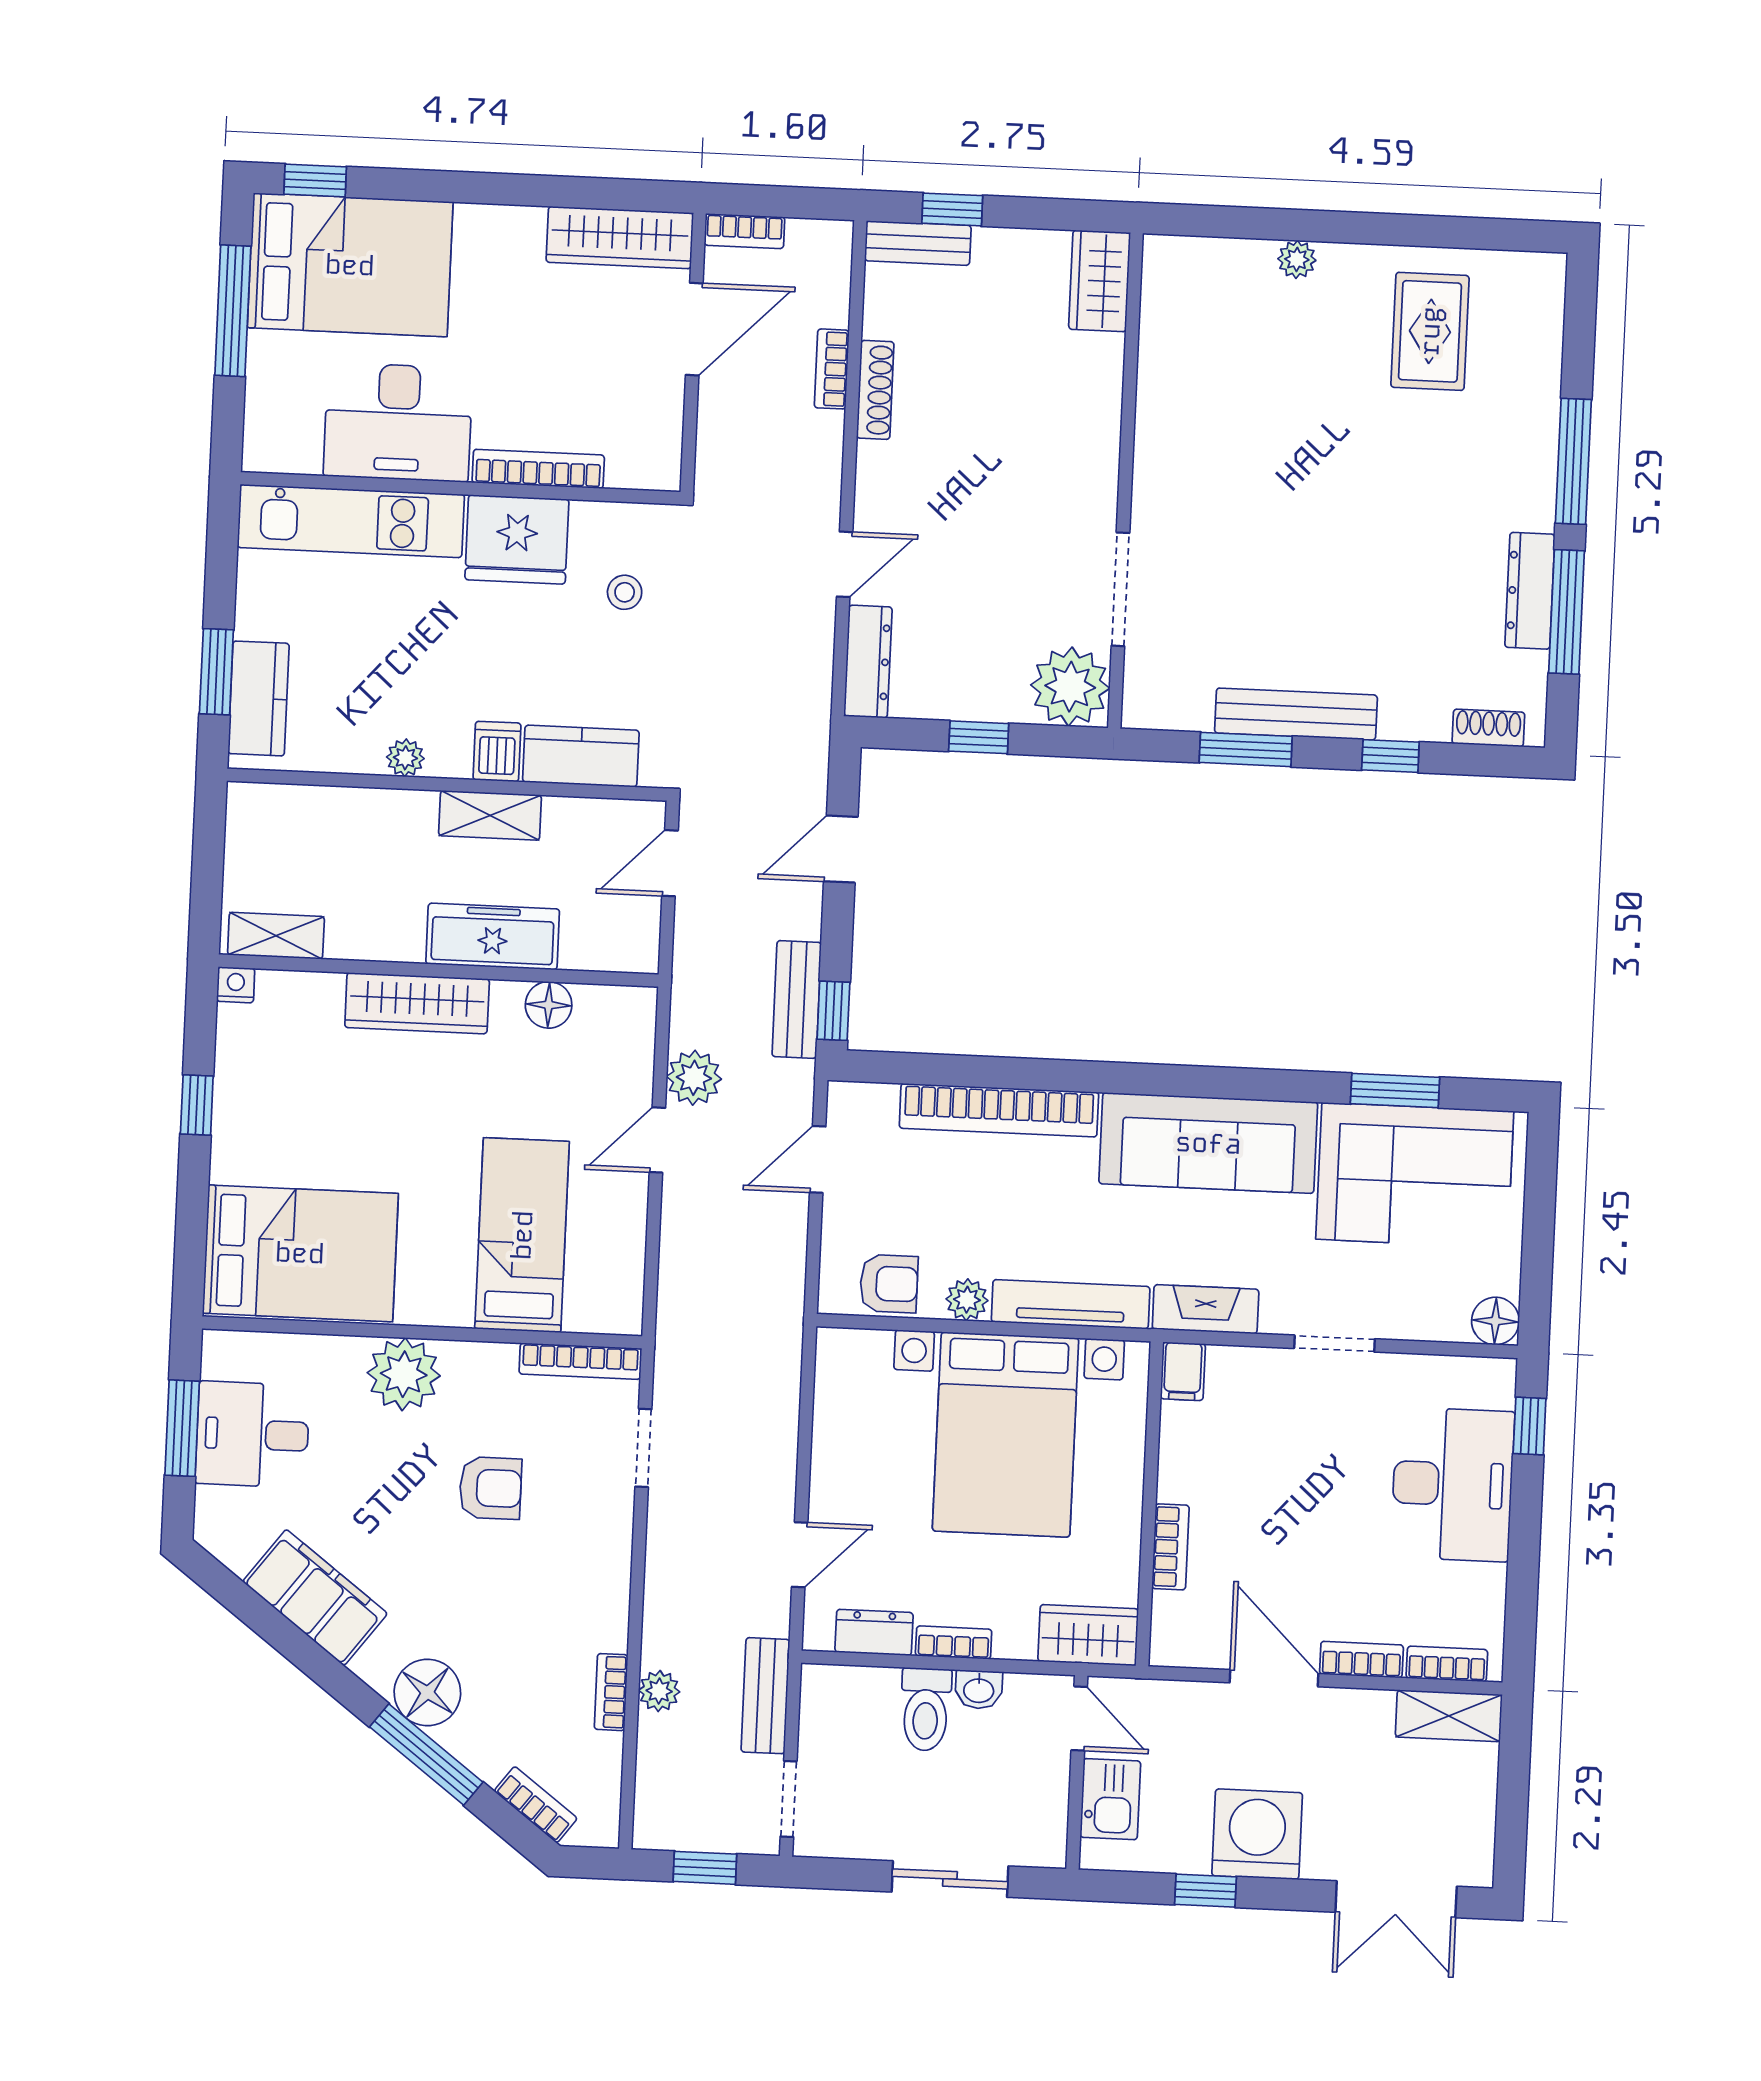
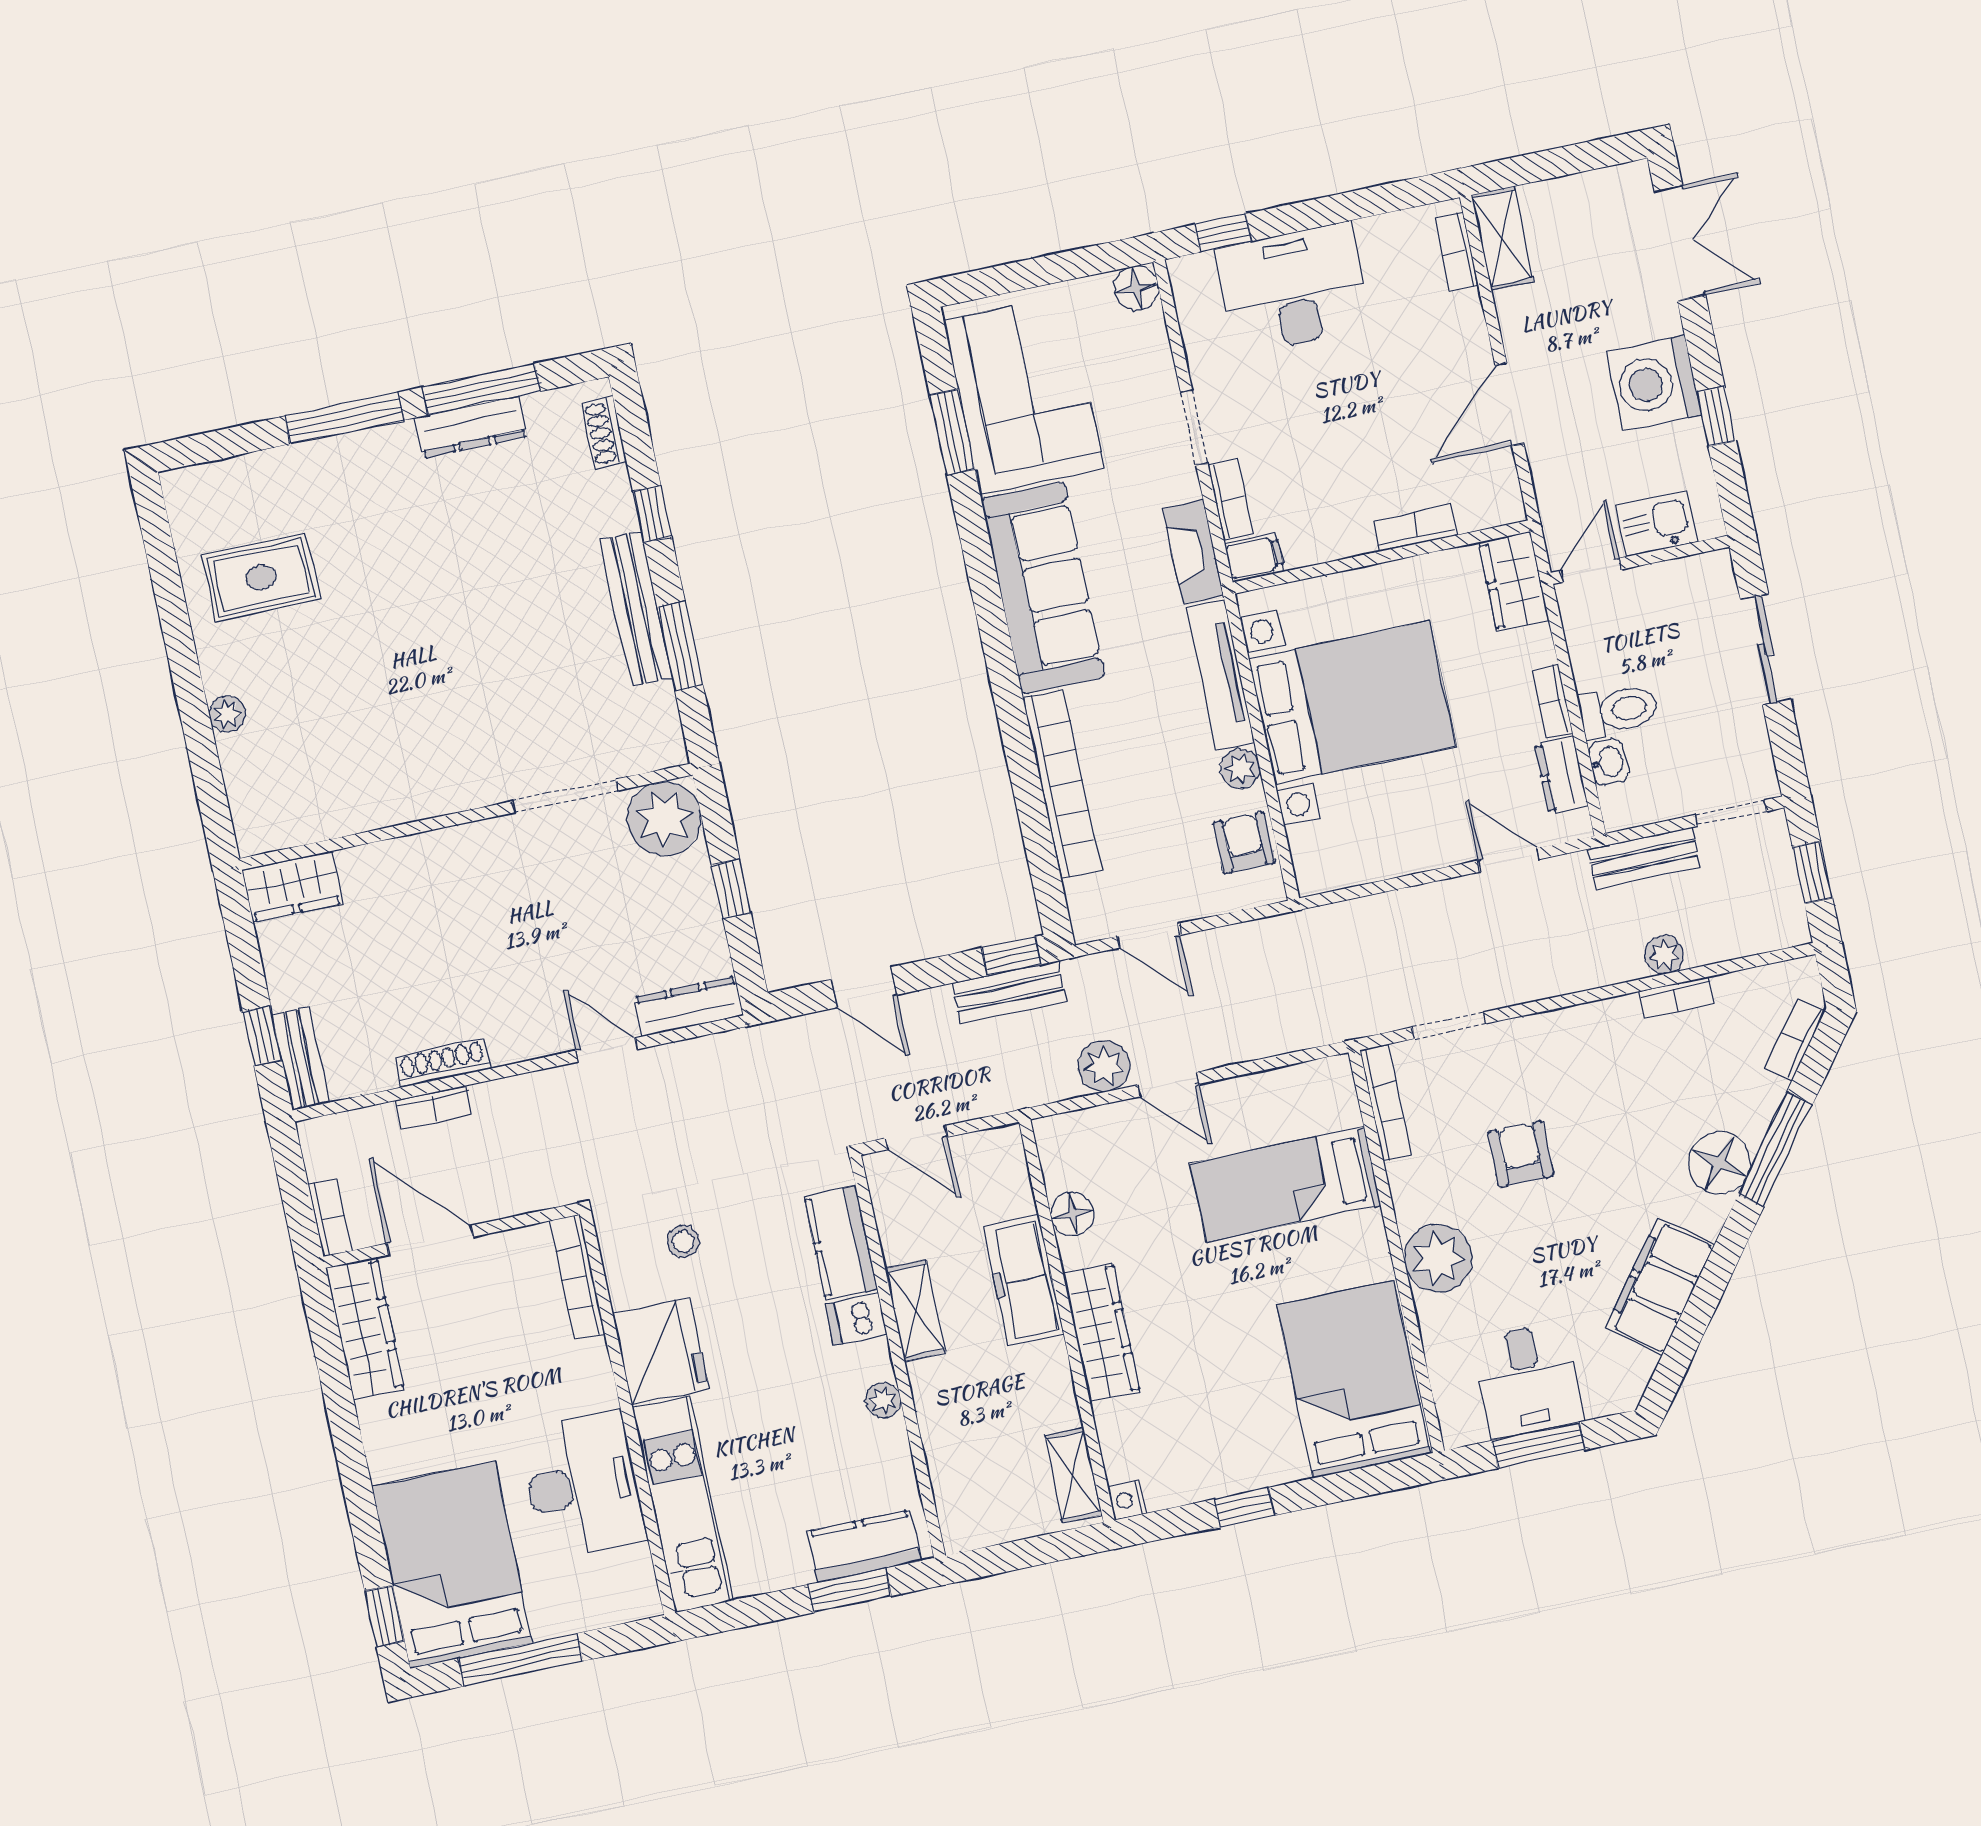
bookcase: (538, 469) -> (577, 1277), moved
bookcase: (1361, 1660) -> (1231, 499), moved, turned 180
washbasin: (979, 1690) -> (1608, 762), moved

